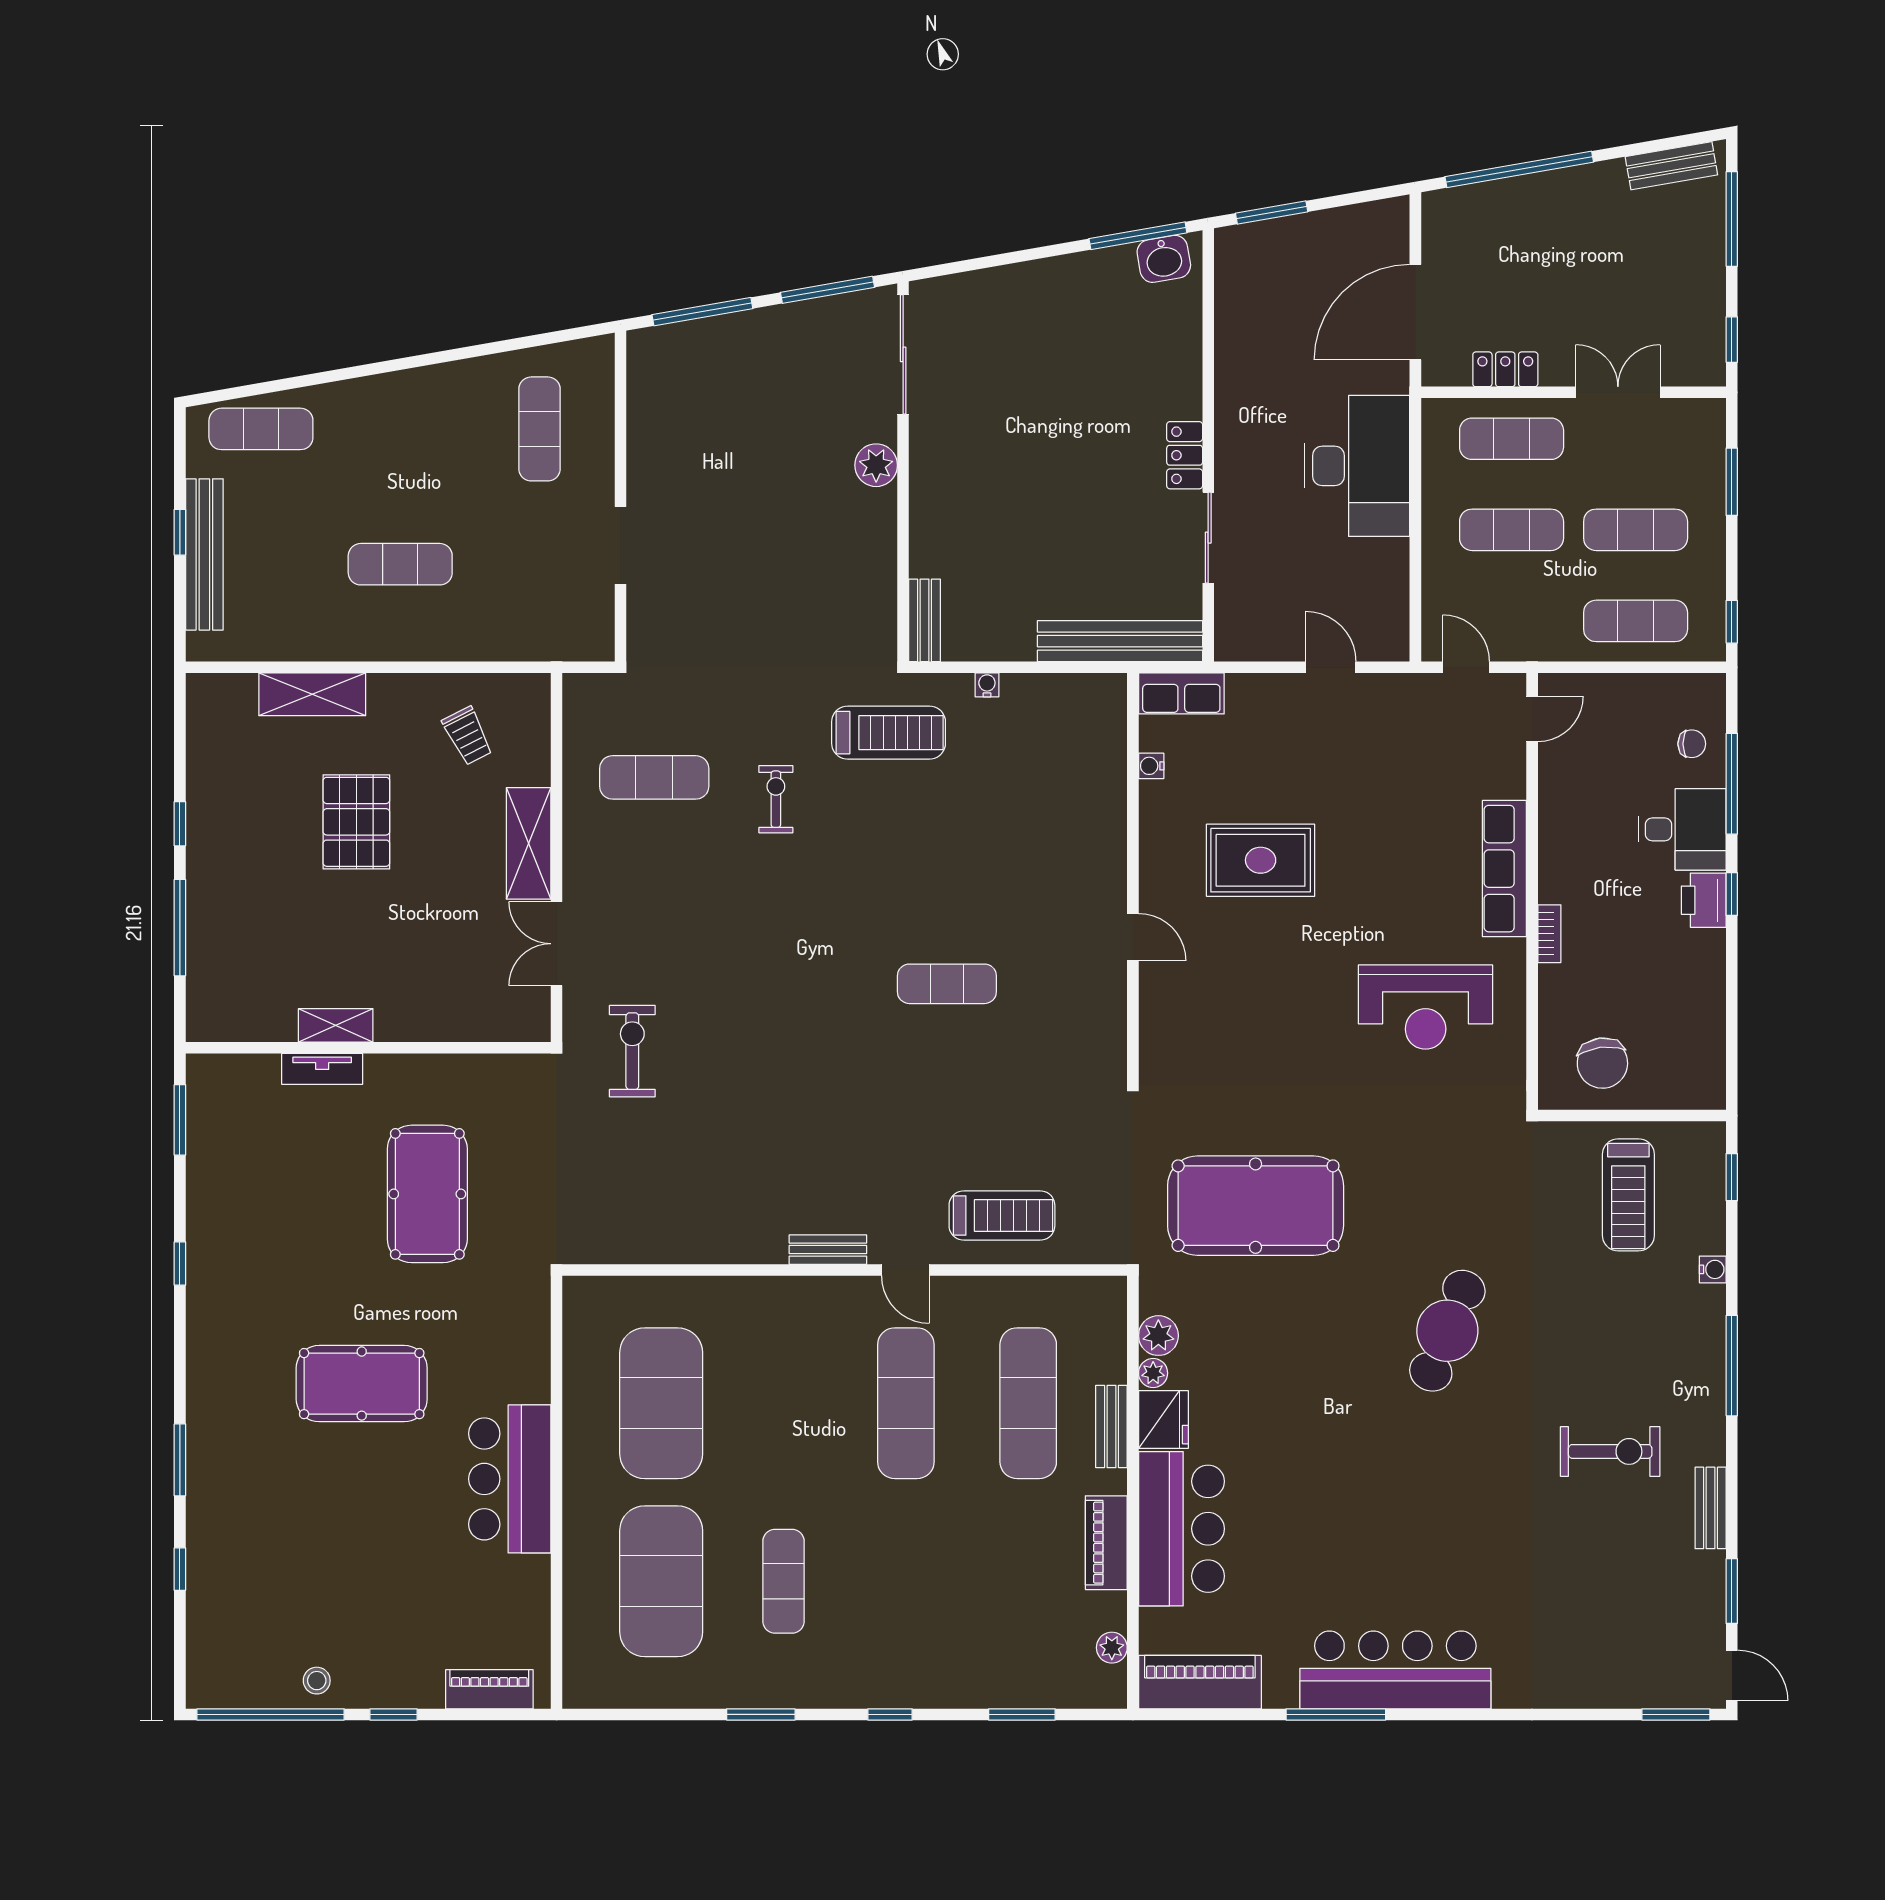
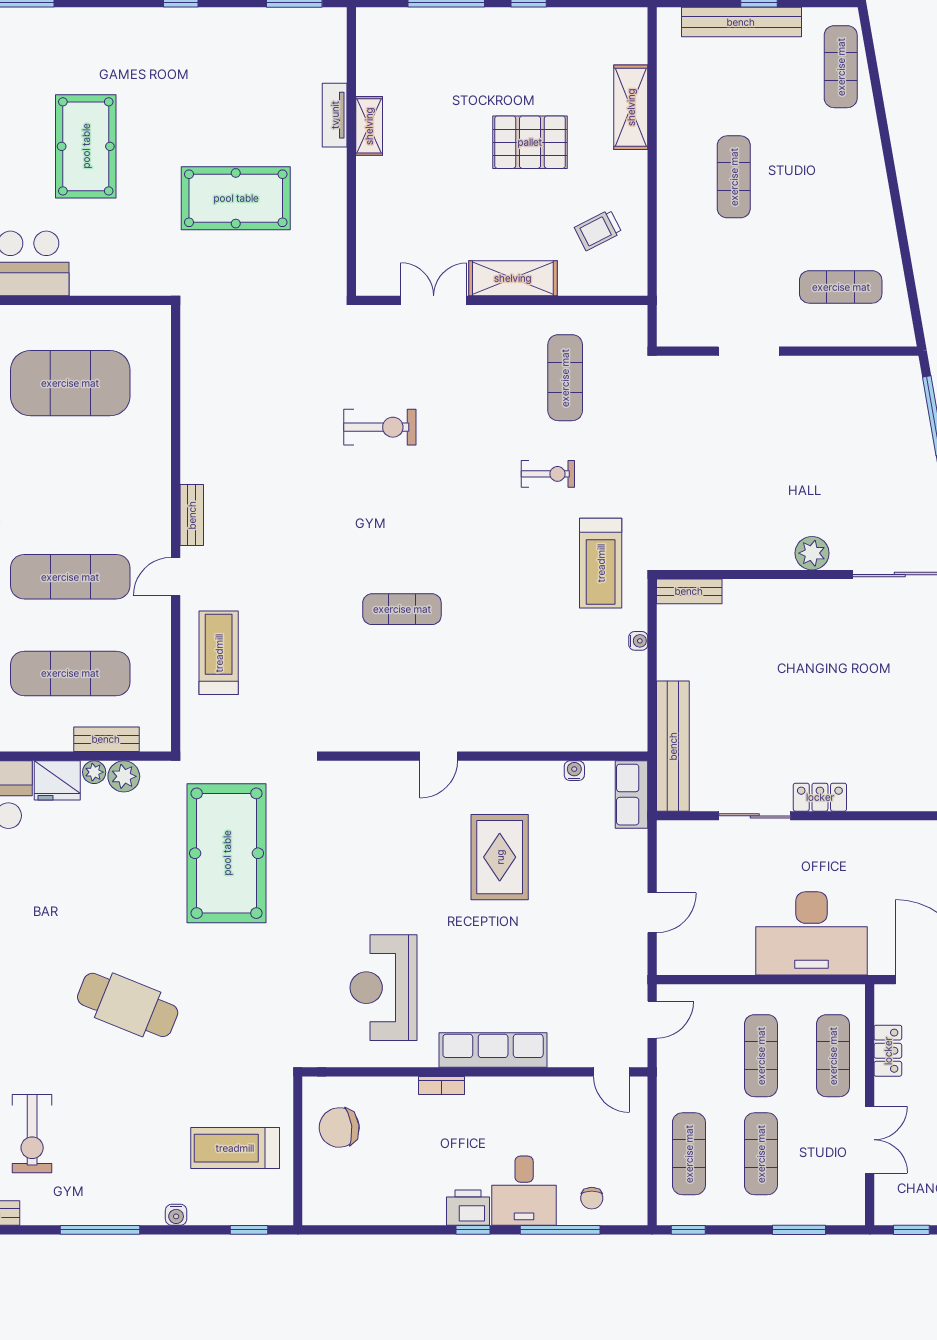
exercise mat: (947, 984) -> (402, 609), turned 90
exercise bike: (632, 1051) -> (380, 427), moved
treadmill: (1002, 1215) -> (219, 653), turned 180
bench: (1111, 1426) -> (106, 739), moved

